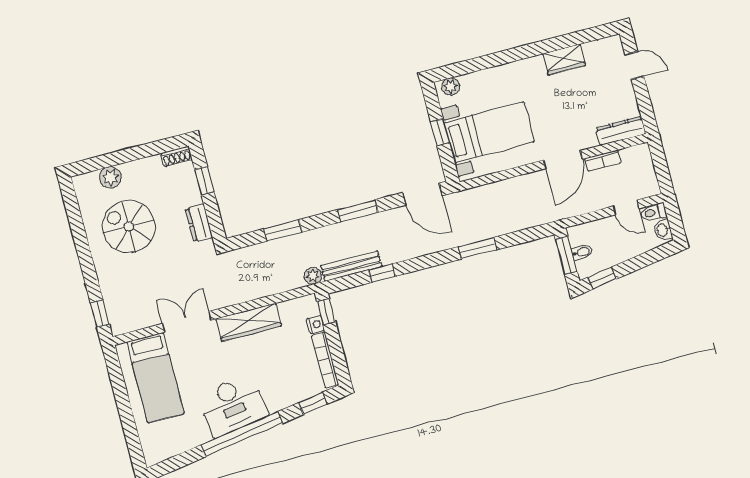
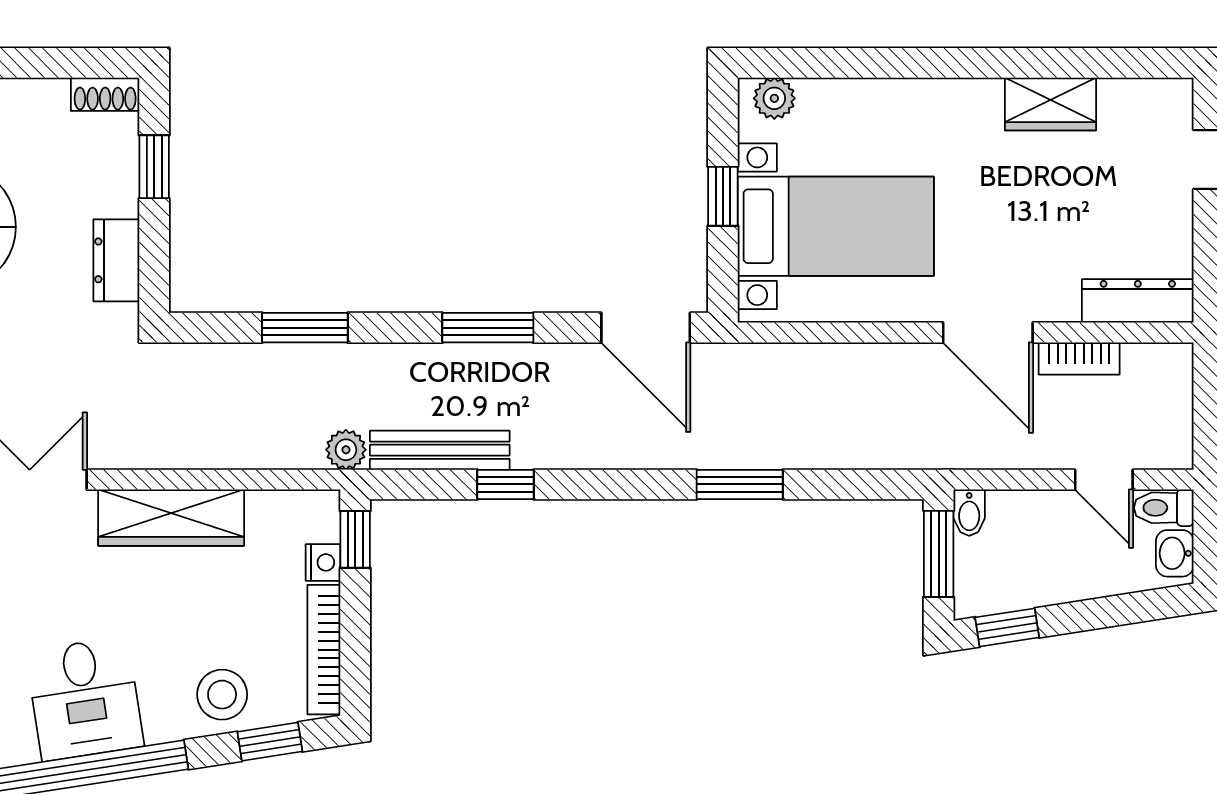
door: (563, 160) -> (988, 332), hinge flipped
bidet: (582, 252) -> (969, 513), moved, turned 90
stool: (288, 389) -> (222, 695), added
desk: (233, 406) -> (85, 699), width x0.73

